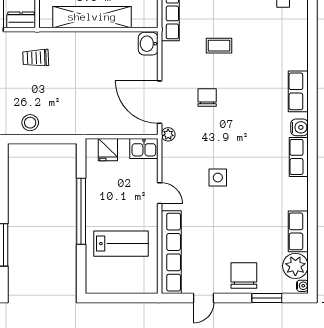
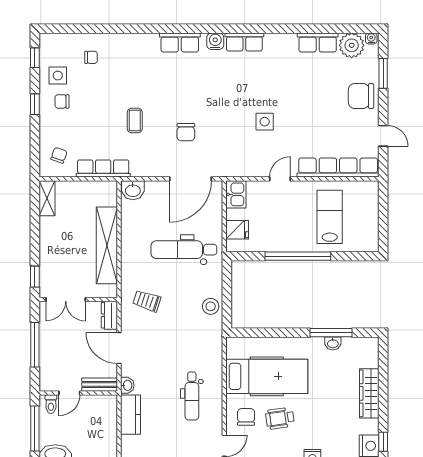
trolley: (36, 58) -> (147, 301), turned 110
dental chair: (88, 96) -> (184, 250), added
chair: (207, 98) -> (186, 132), turned -90
plant: (168, 134) -> (222, 170), removed

